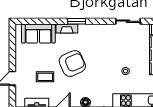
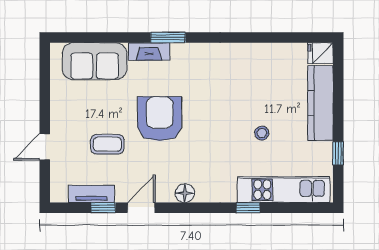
sliding door: (128, 21) -> (266, 37), removed
armchair: (72, 64) -> (160, 119), turned -66

